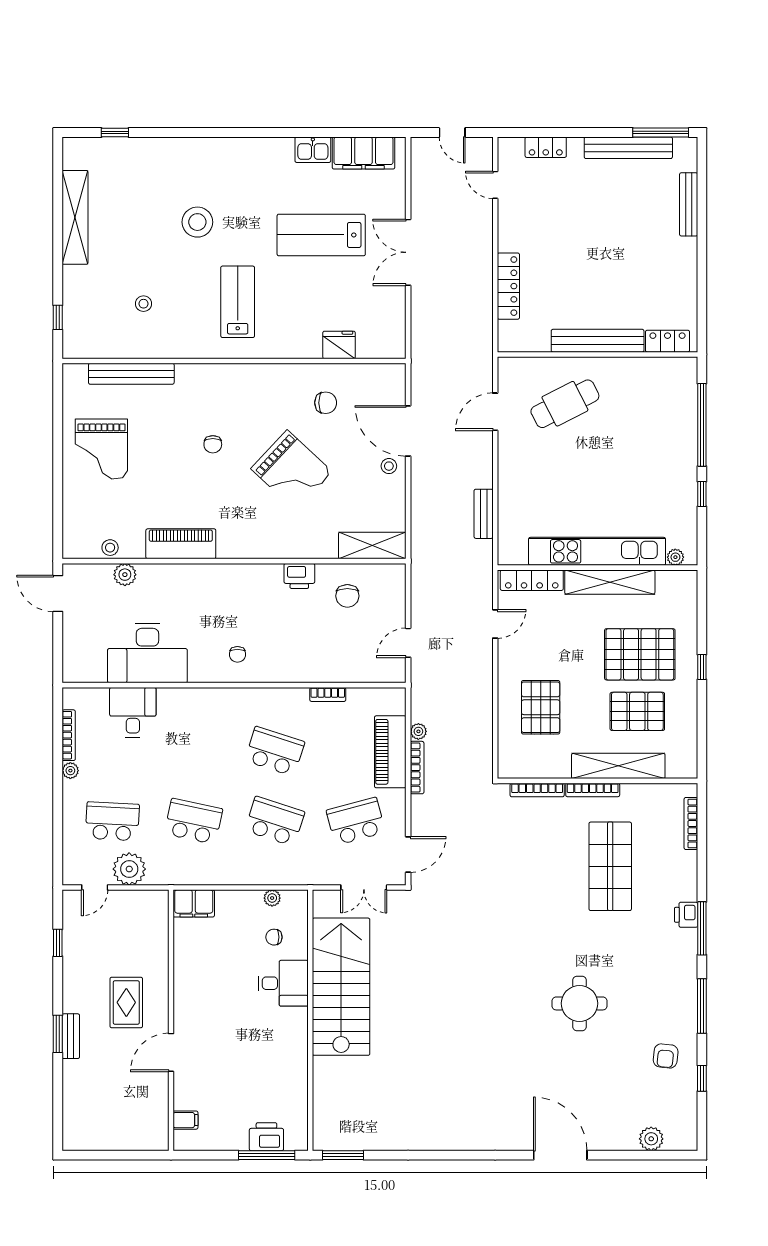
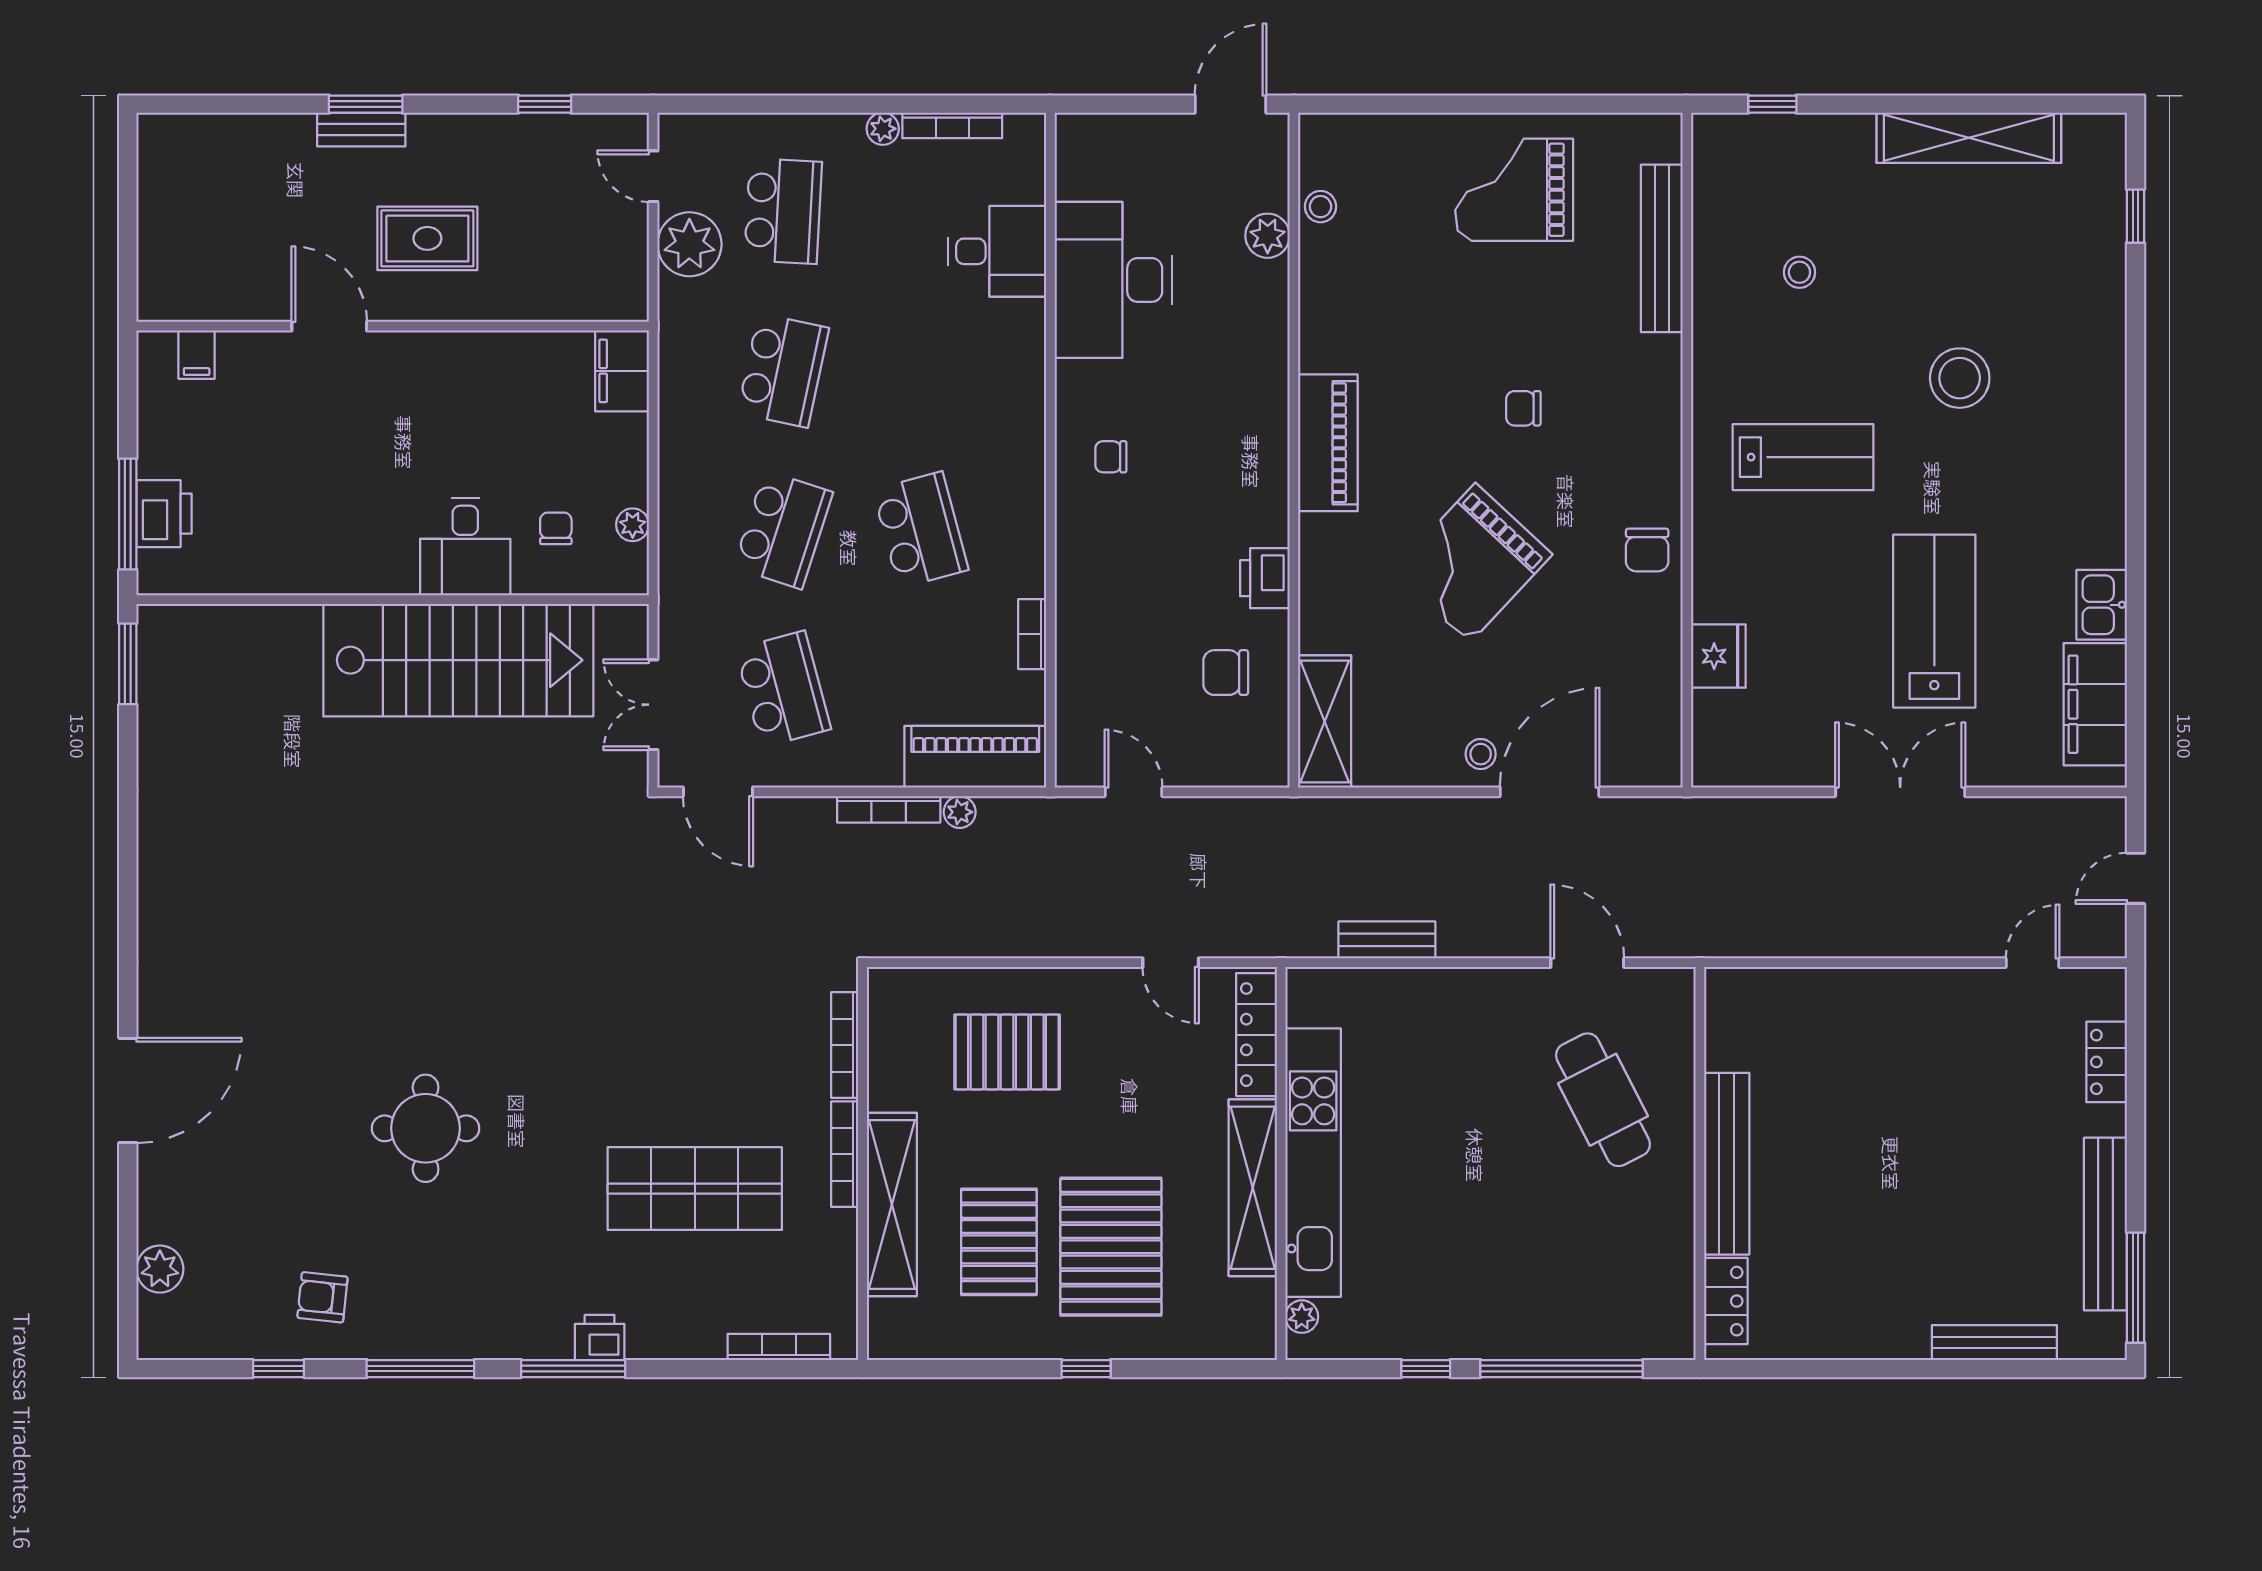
locker: (508, 286) -> (1834, 989), removed
chair: (326, 403) -> (1647, 550), moved
piano: (181, 544) -> (1328, 443), moved
school desk: (275, 751) -> (921, 530), turned -33
piano: (390, 752) -> (975, 757), moved

